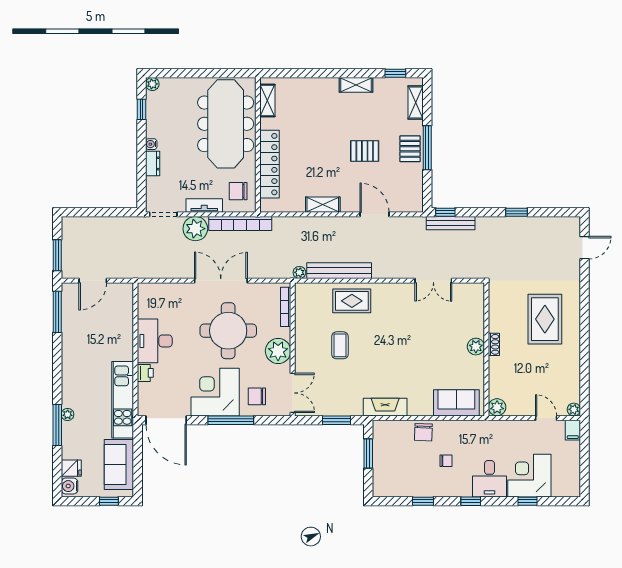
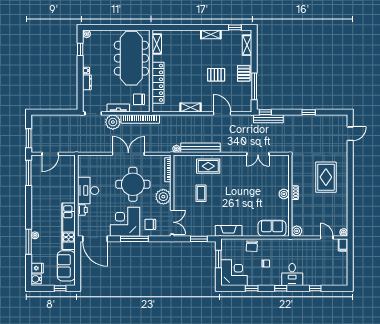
window: (427, 148) -> (254, 86), moved
corner desk: (529, 476) -> (234, 273), moved, turned 90

